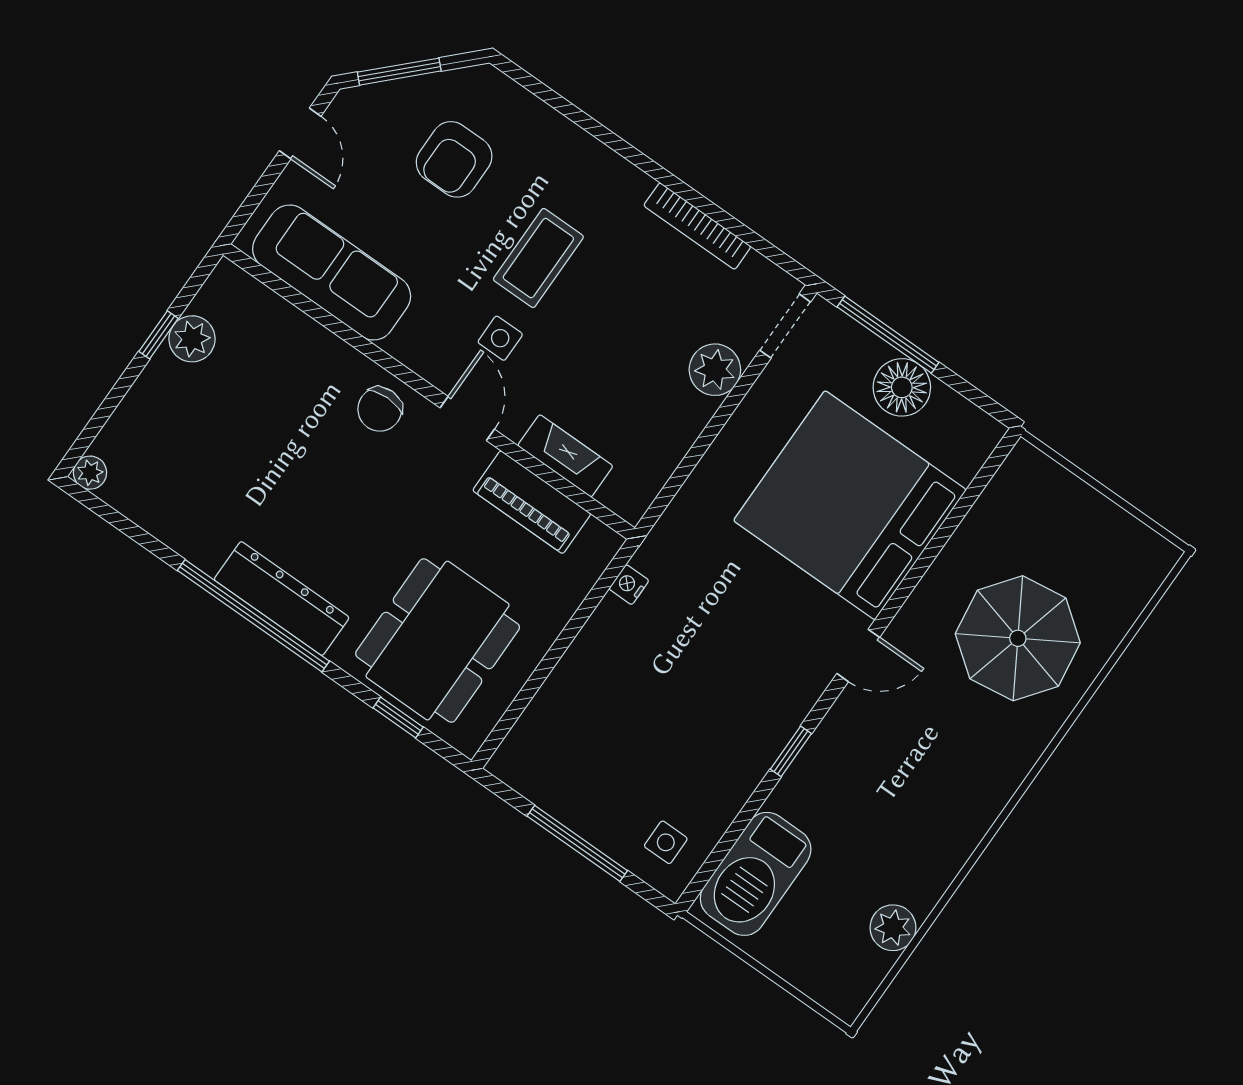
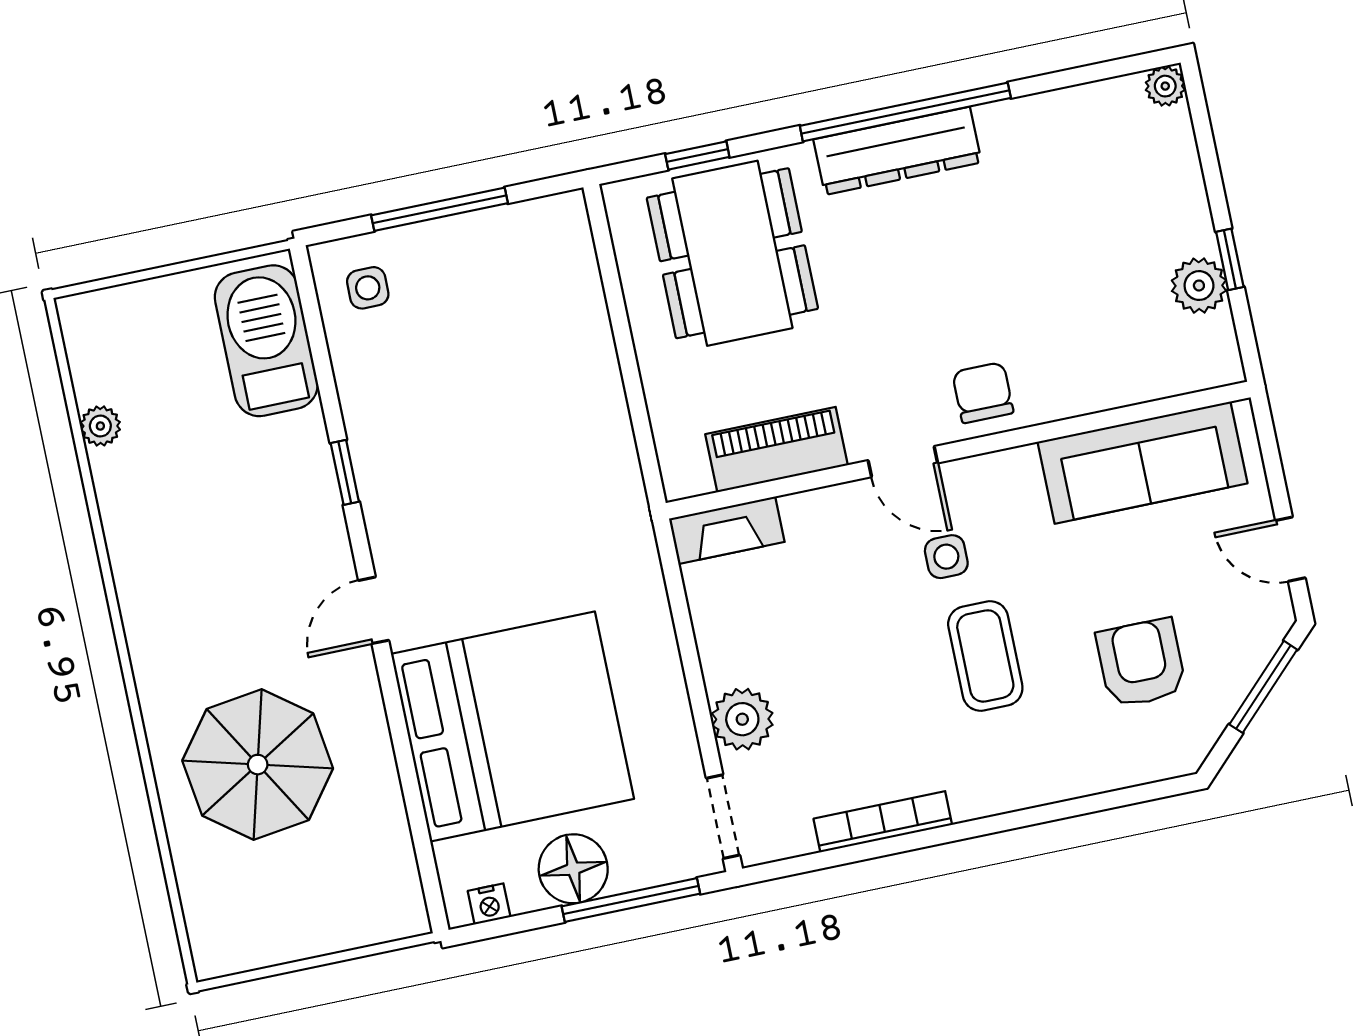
fireplace: (565, 456) -> (727, 530), moved
nightstand: (629, 585) -> (489, 904), moved, turned 90
plant: (893, 928) -> (100, 426), width x0.73, depth x0.73

